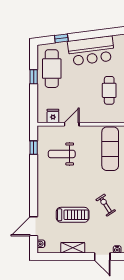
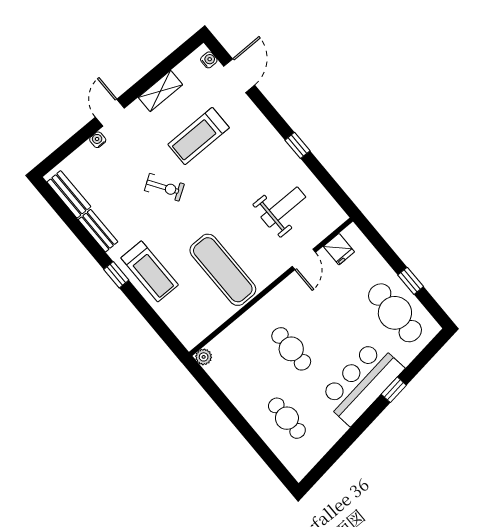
window: (61, 38) -> (394, 390), moved
window: (34, 148) -> (298, 145), moved
door: (102, 257) -> (110, 113), hinge flipped

